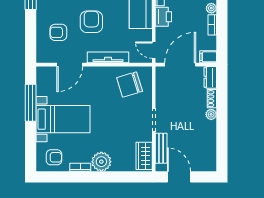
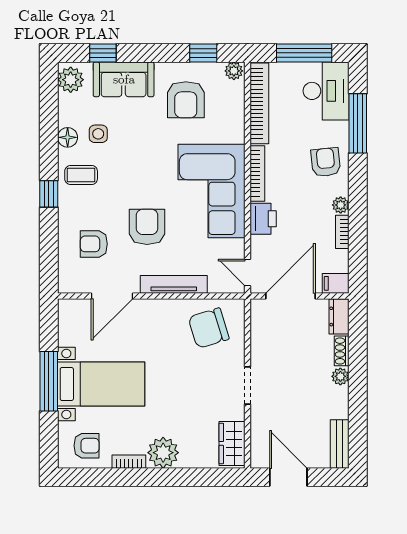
window: (31, 103) -> (49, 381), moved
bench: (161, 148) -> (340, 444), moved

